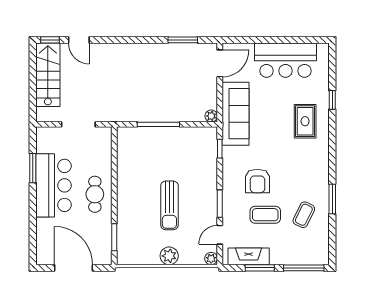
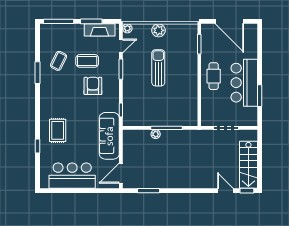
plant: (211, 116) -> (156, 134), moved

